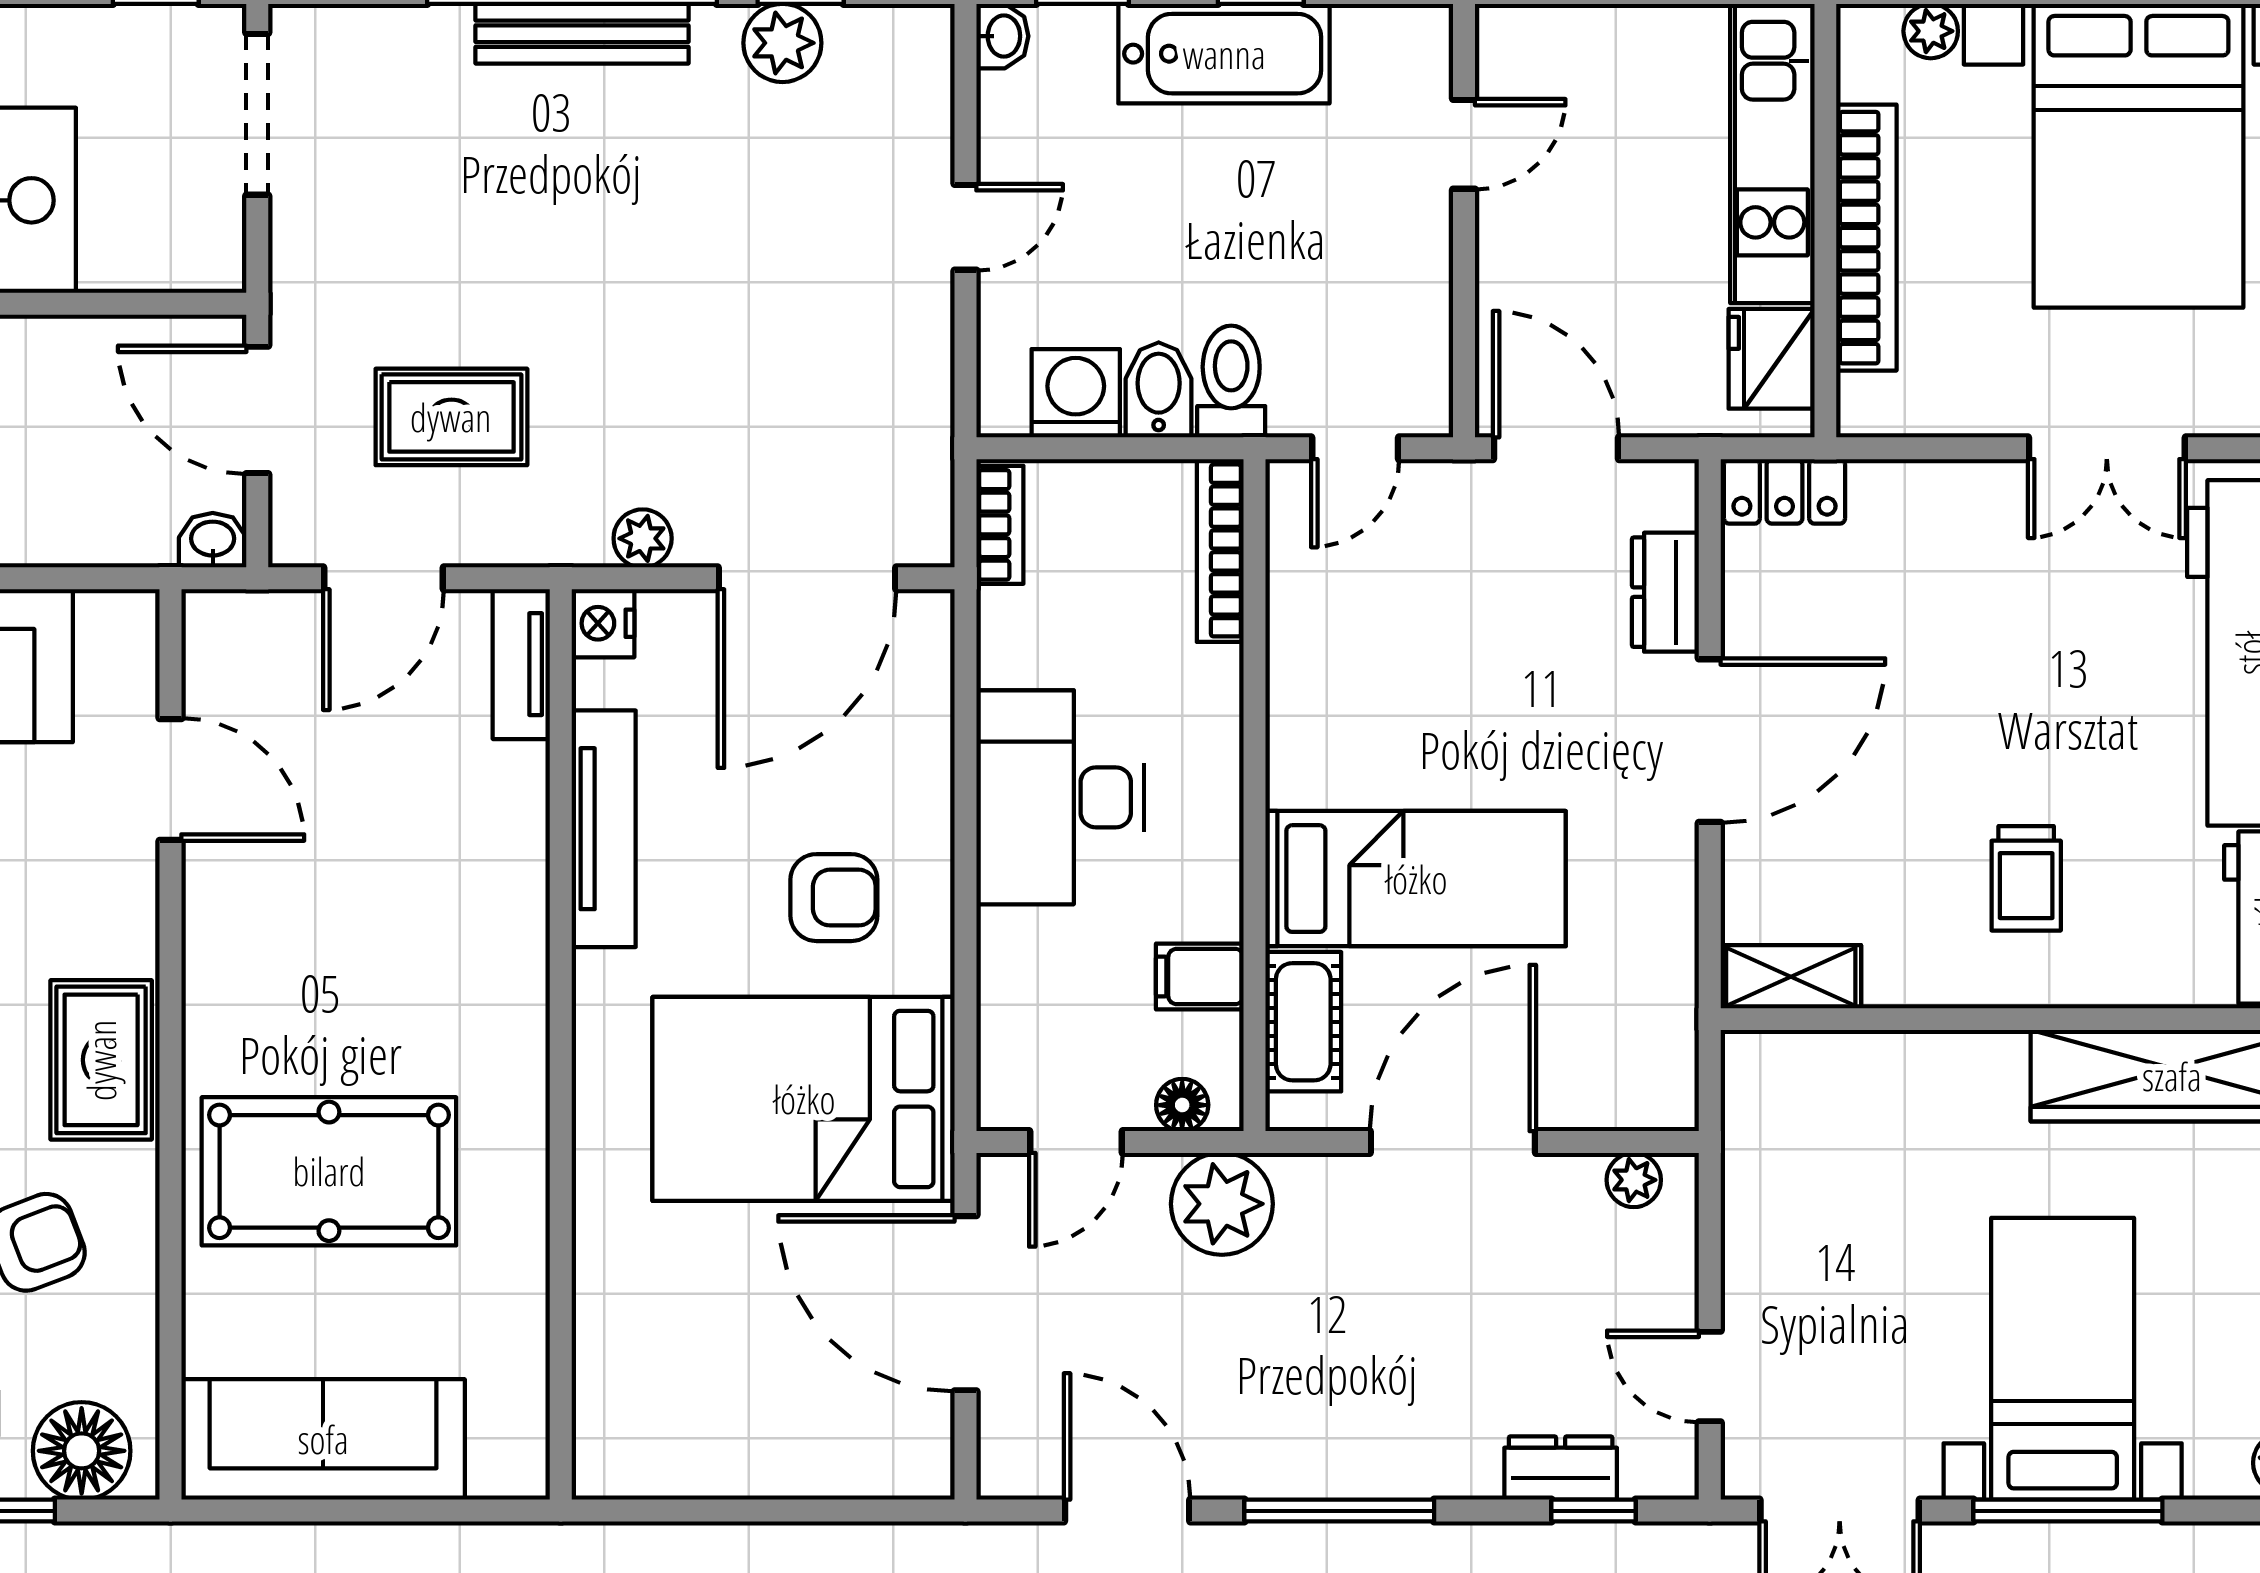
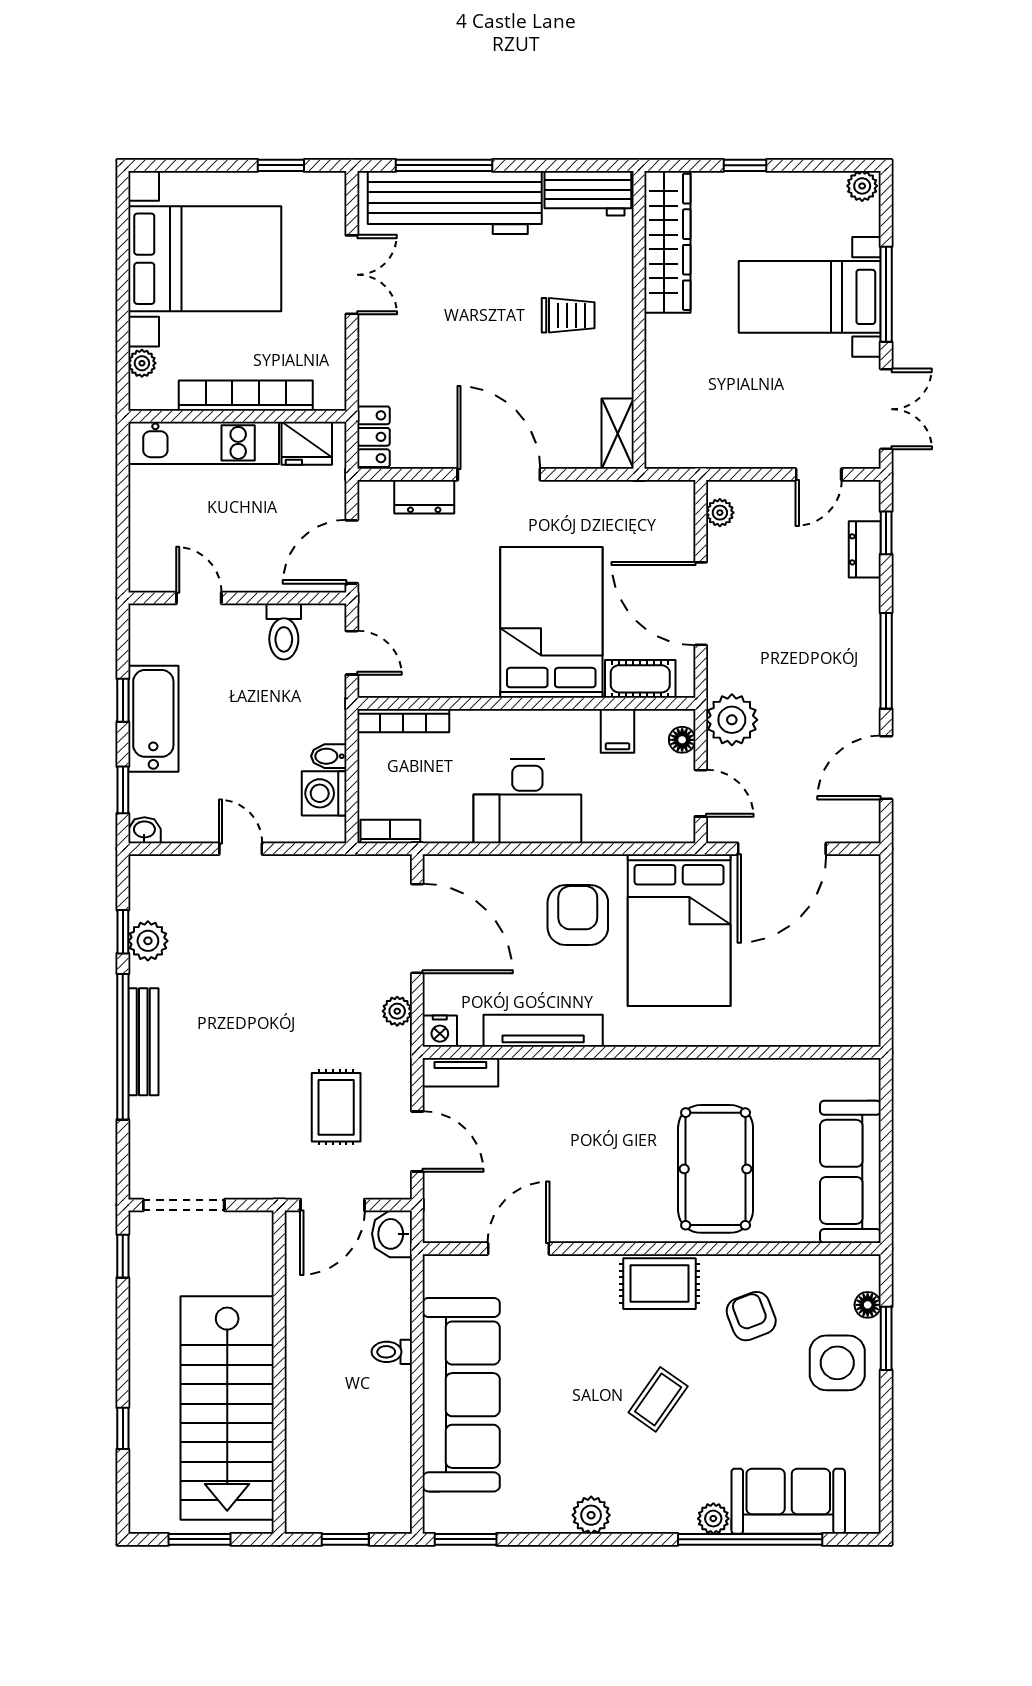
toilet: (1231, 382) -> (284, 632), moved, turned -90
bidet: (1159, 390) -> (329, 756), width x0.72, depth x0.74
washbasin: (213, 540) -> (392, 1234), width x1.38, depth x1.45
bed: (1416, 879) -> (551, 622), width x1.50
armchair: (834, 898) -> (578, 915), width x1.38, depth x1.38
floor lamp: (82, 1451) -> (868, 1305), width x0.53, depth x0.53

